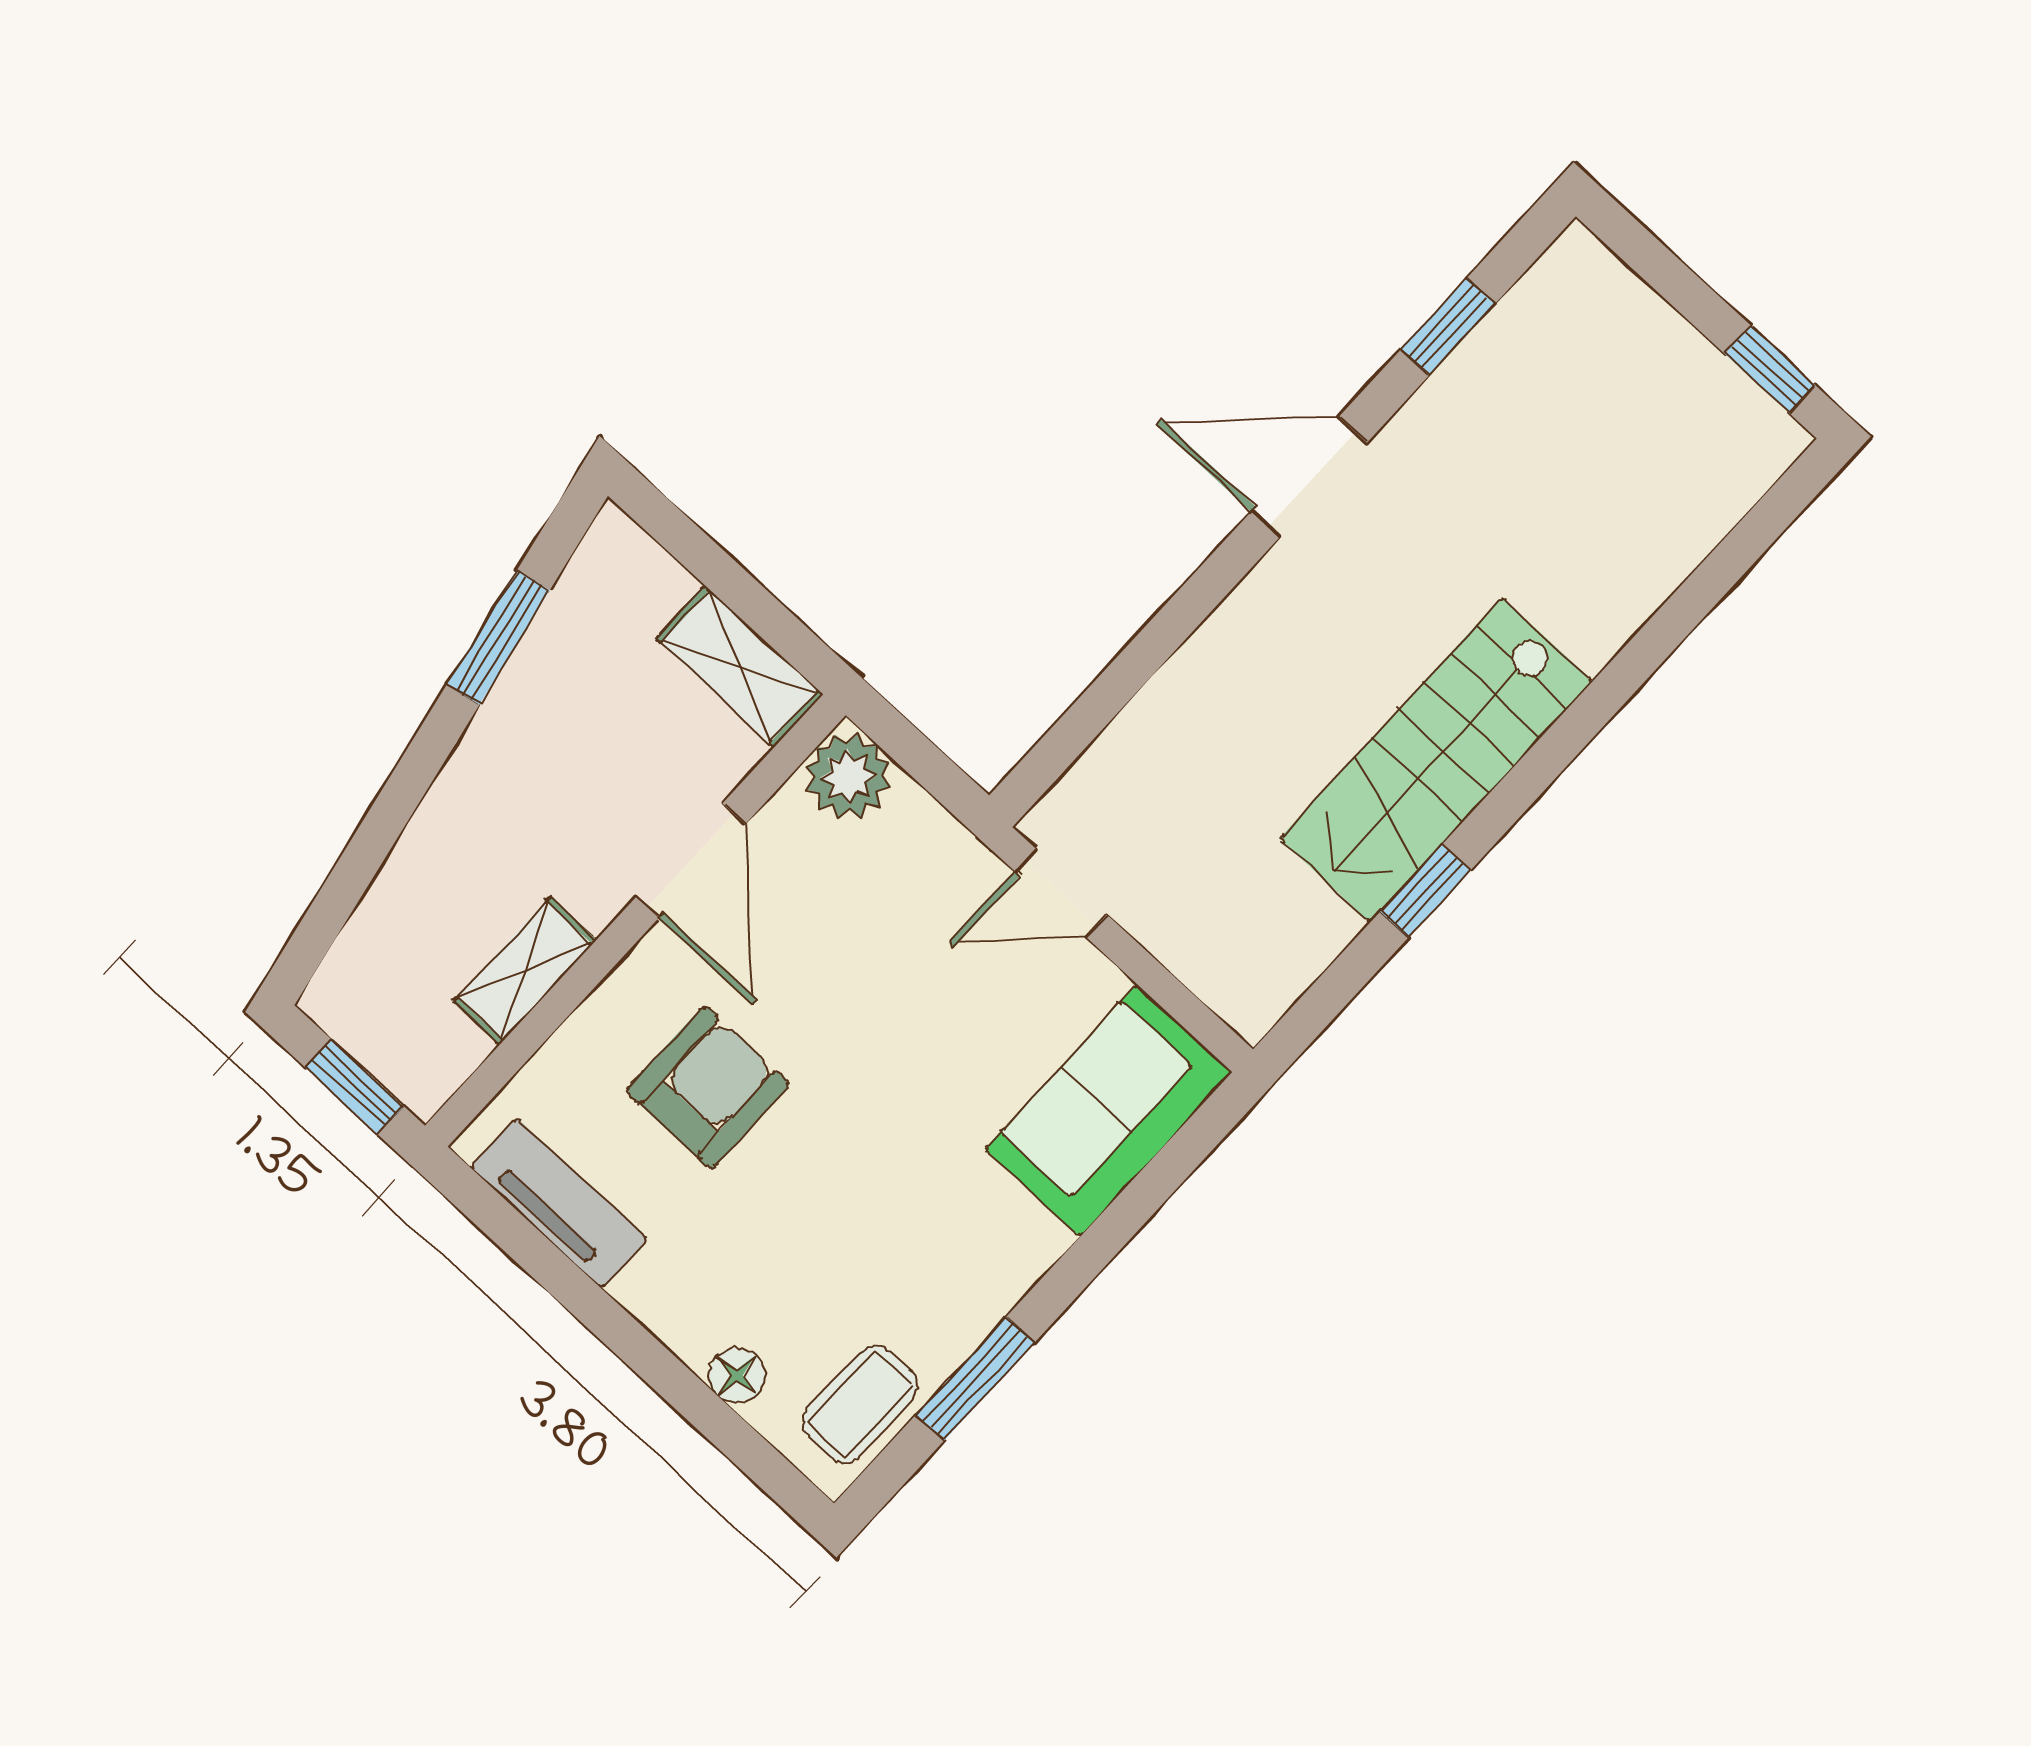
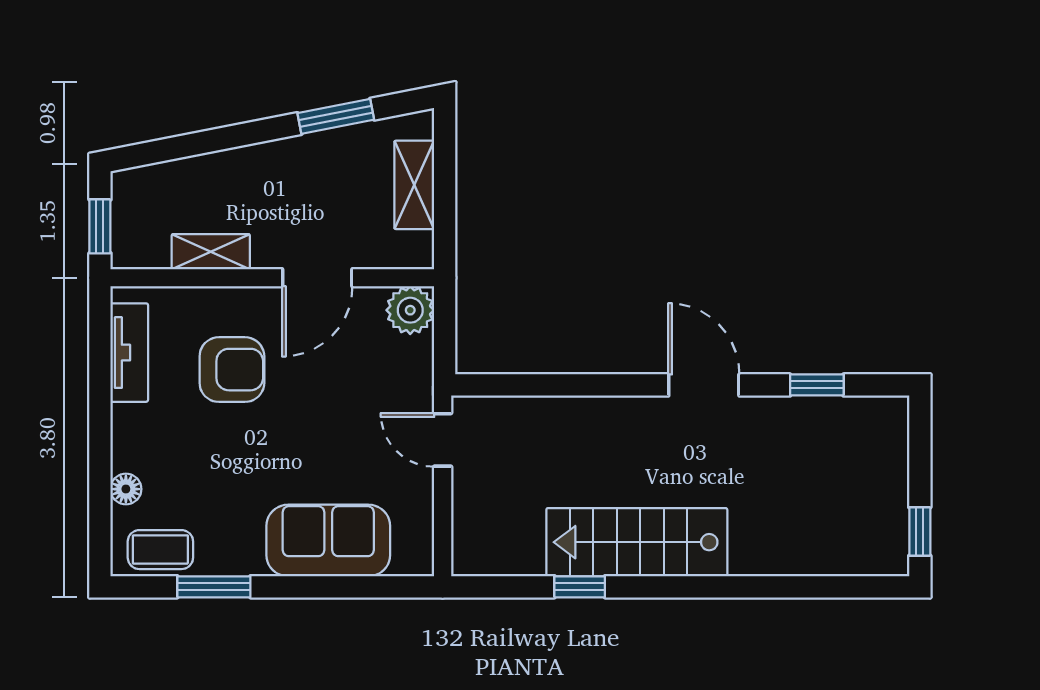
shelving: (740, 666) -> (414, 185), moved
sofa: (1109, 1110) -> (328, 541), moved

